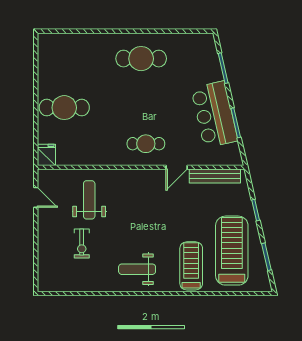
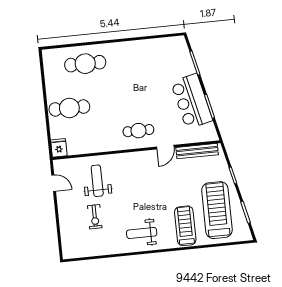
cafe table: (141, 59) -> (85, 64), moved

